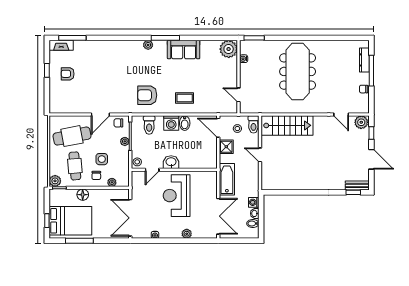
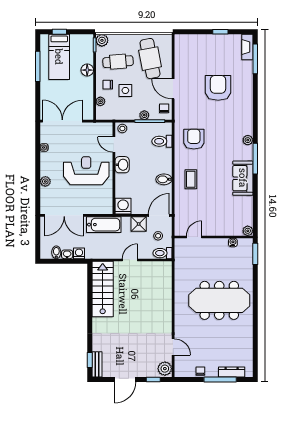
plant: (229, 49) -> (248, 231), width x0.53, depth x0.53
armchair: (68, 74) -> (218, 88), moved, width x1.88, depth x1.88
door: (341, 115) -> (173, 347), swing flipped
washing machine: (171, 123) -> (123, 206), moved, turned 90
stairs: (287, 125) -> (103, 289), moved, turned 180
bed: (70, 221) -> (59, 57), width x0.67

